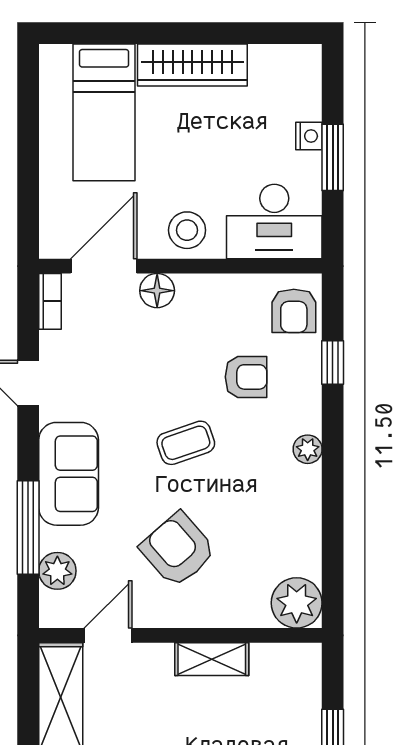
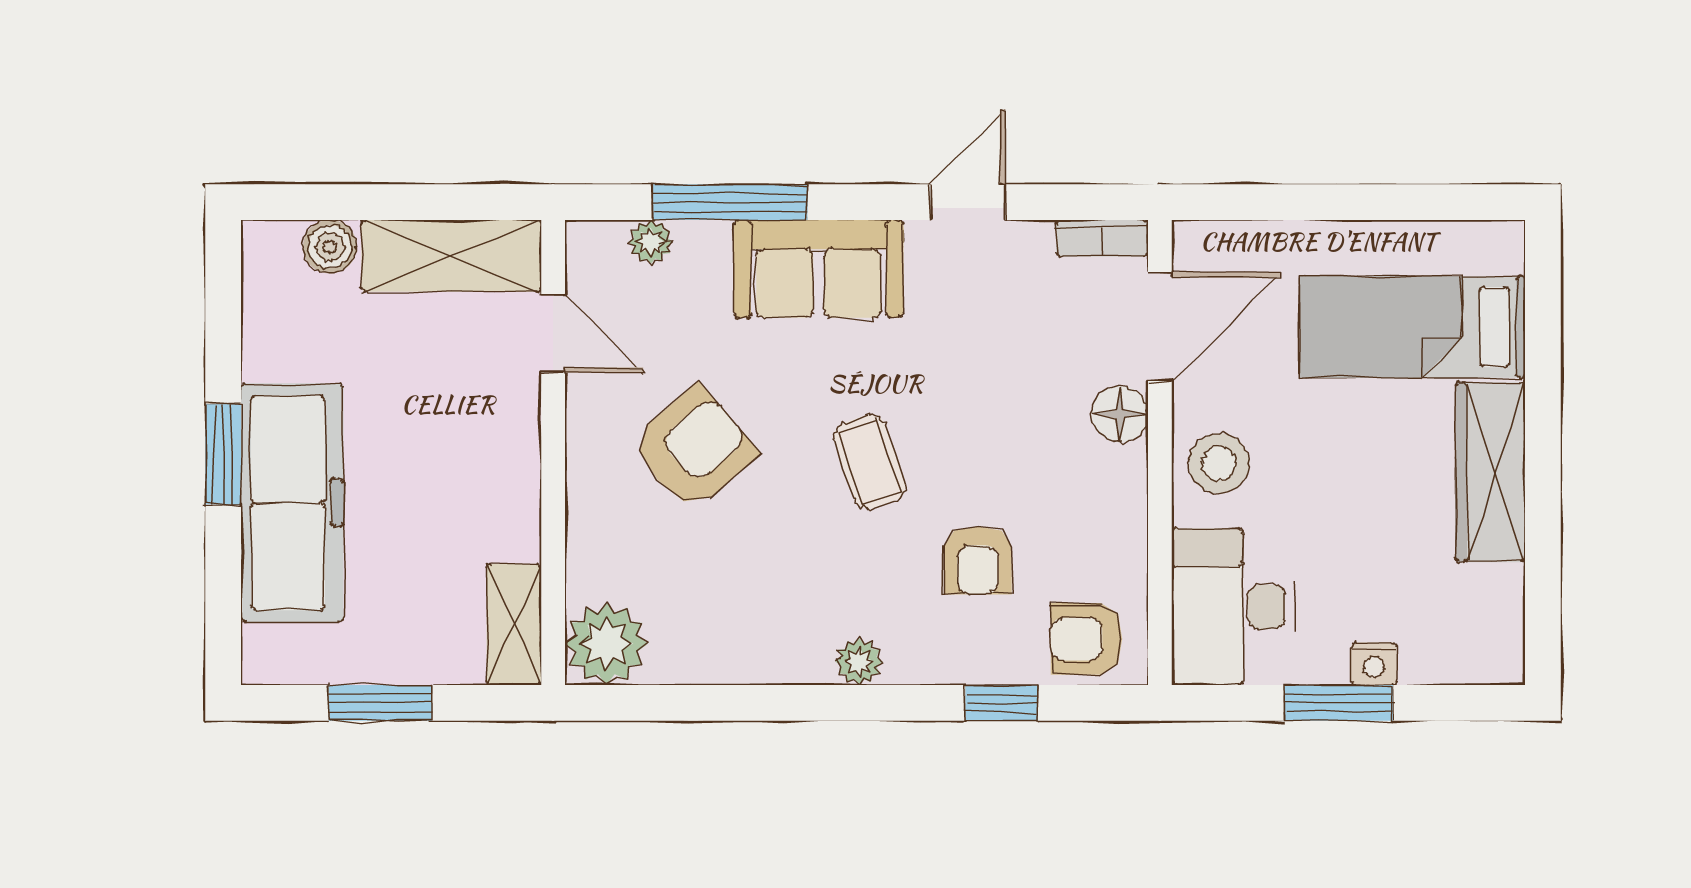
door: (104, 266) -> (1160, 327), hinge flipped
plant: (57, 571) -> (651, 242), width x0.73, depth x0.73
shelving: (212, 659) -> (514, 625), moved

